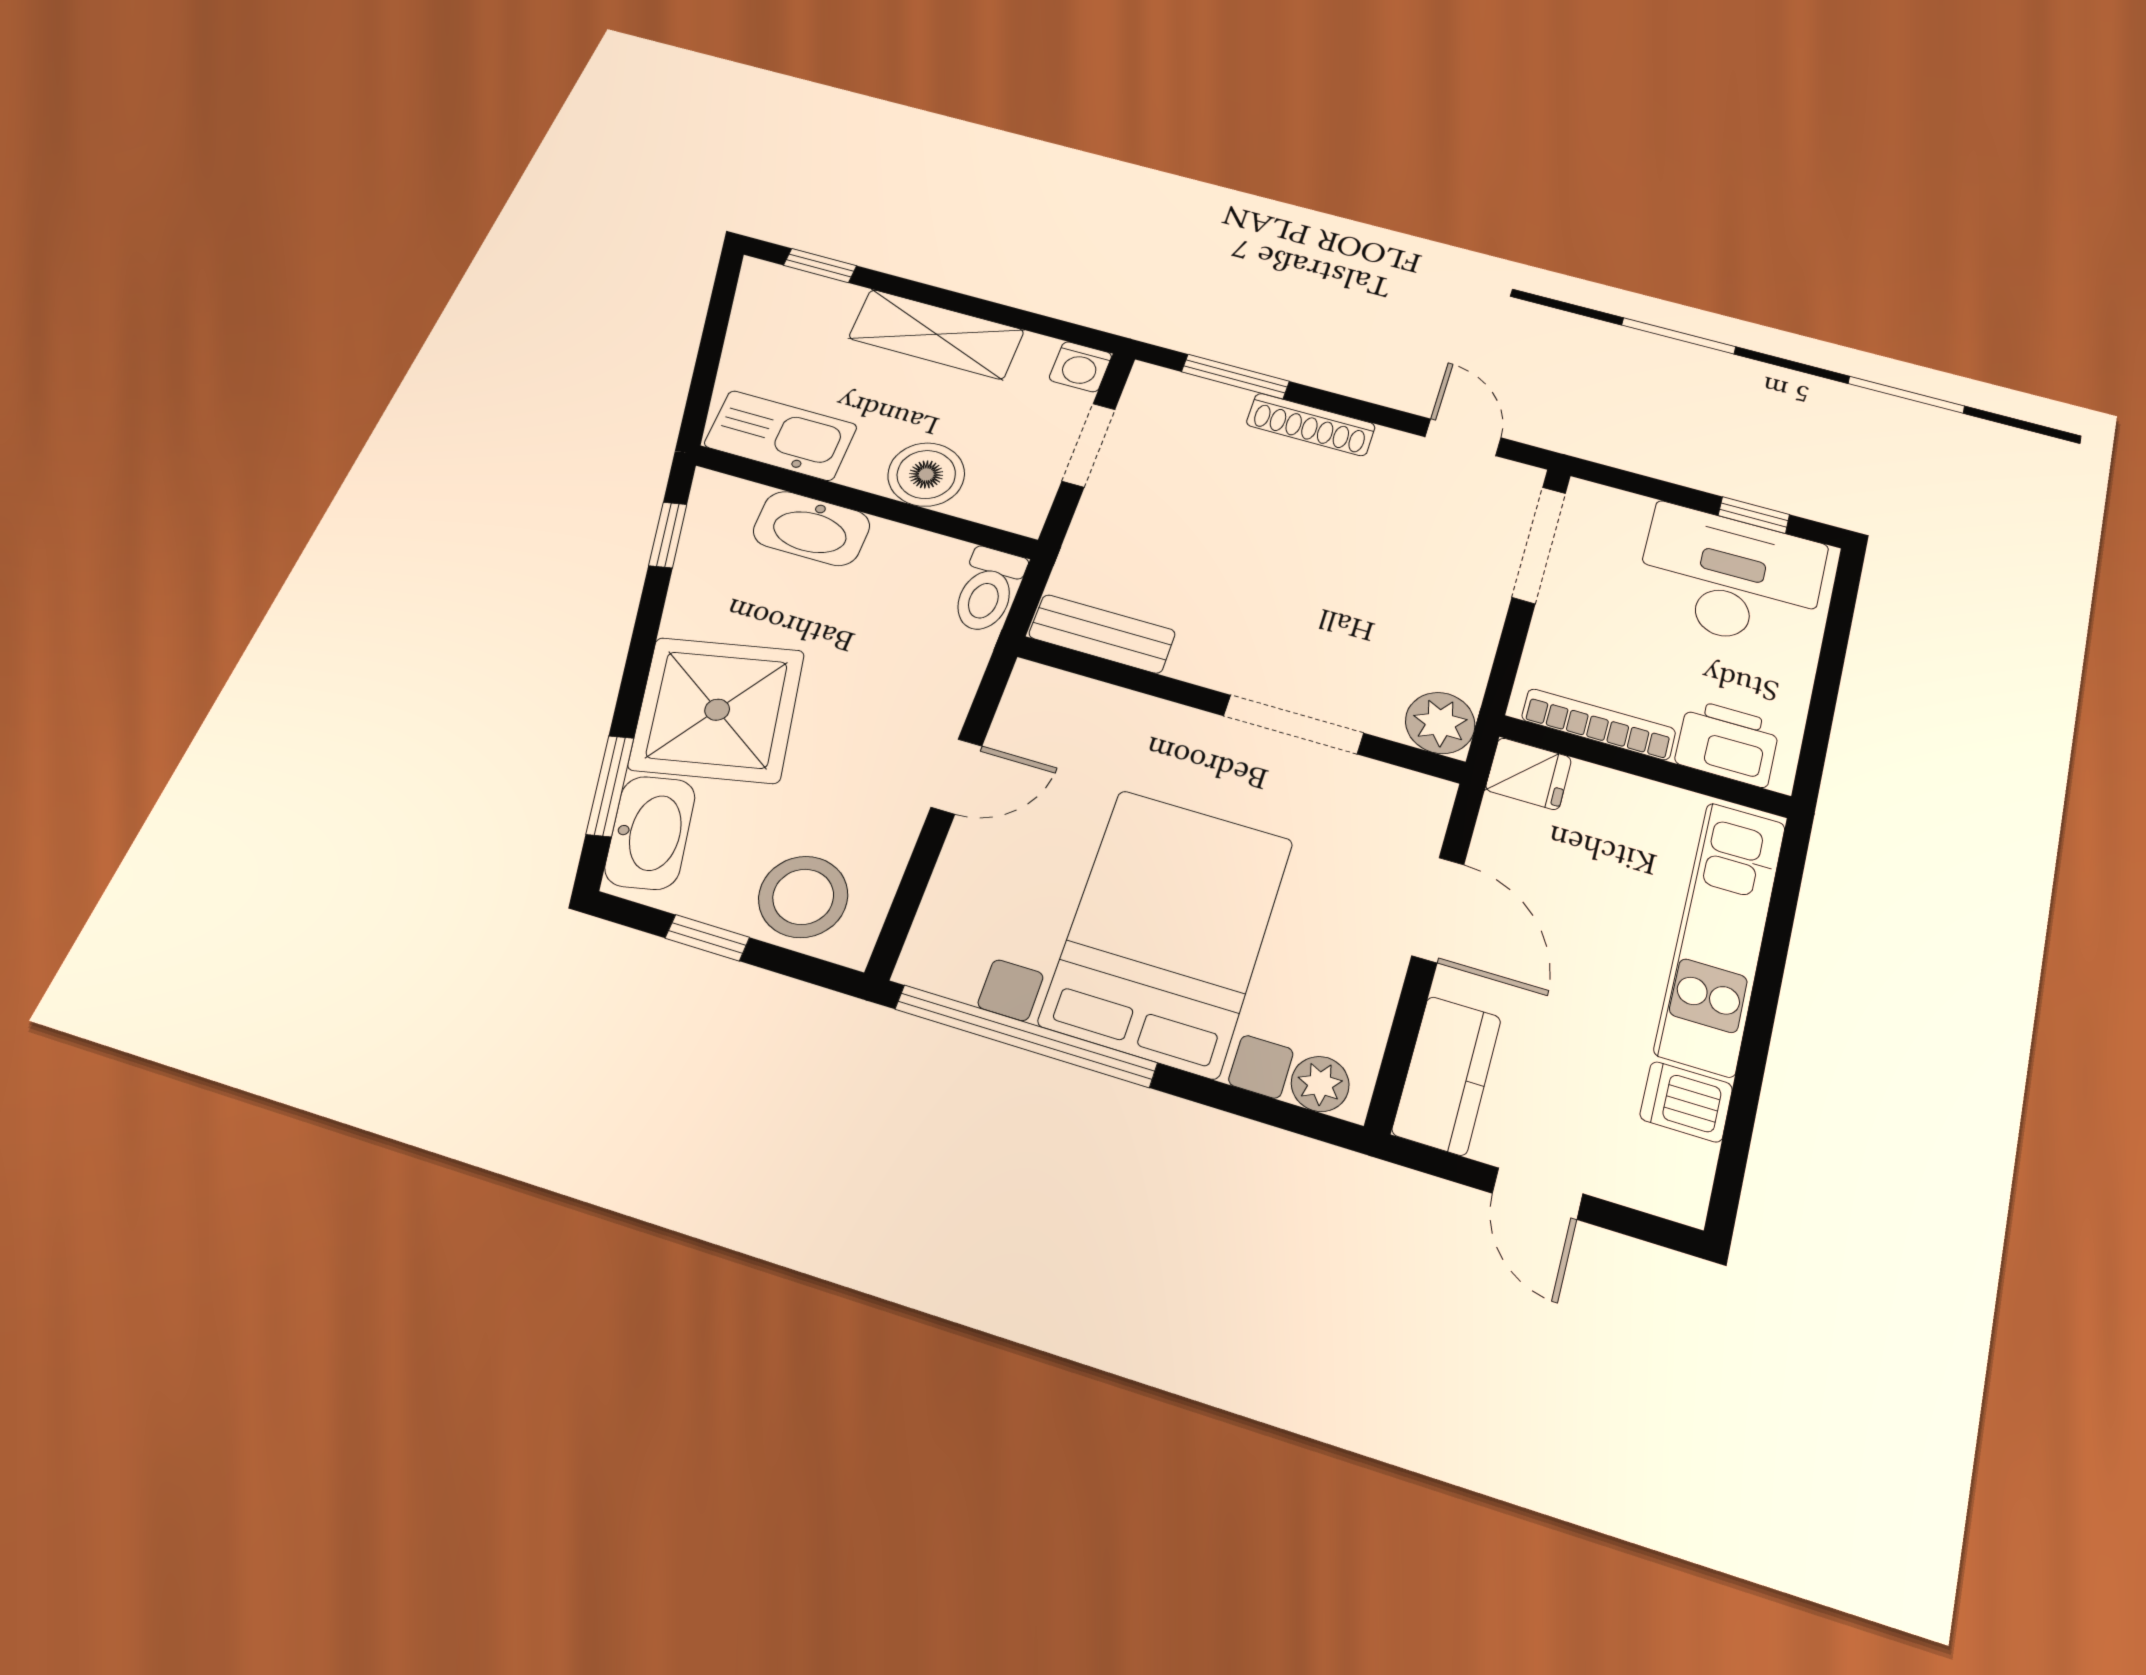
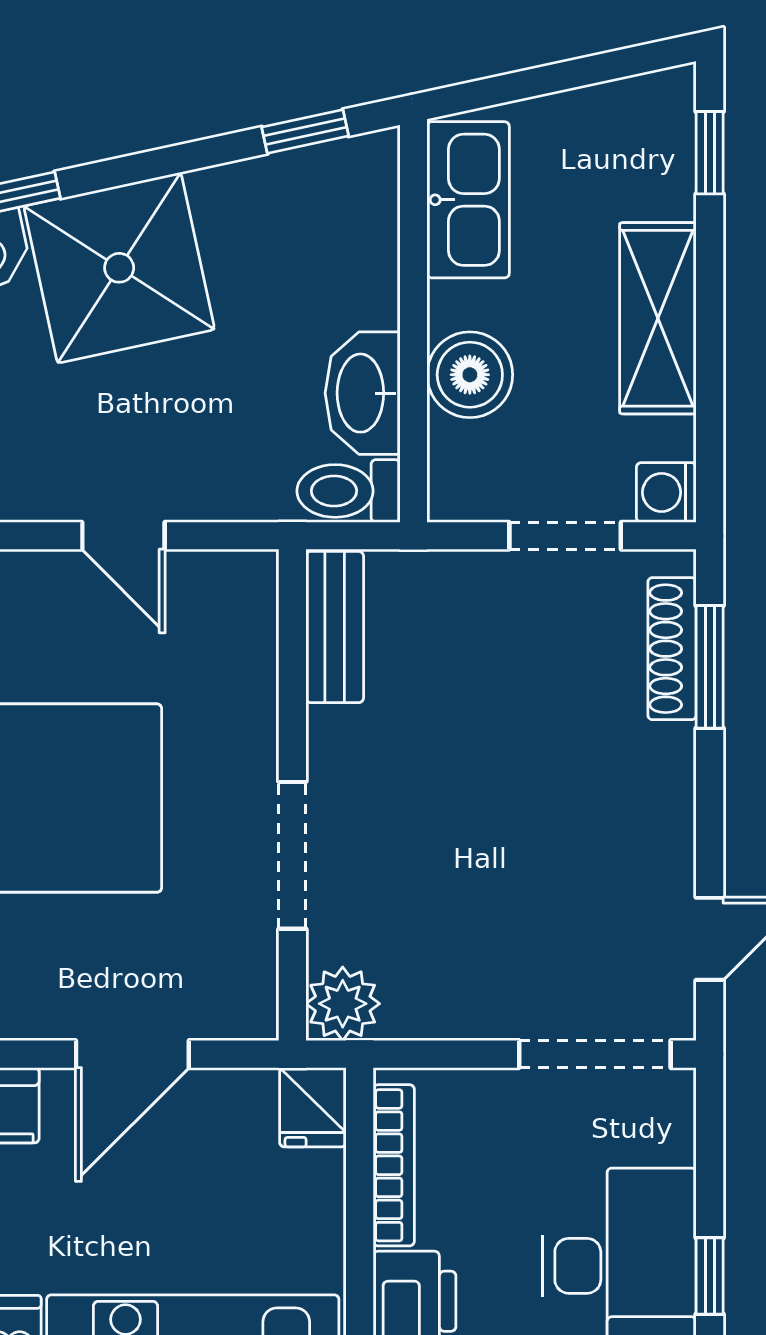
shoe rack: (1311, 424) -> (672, 649), moved
washbasin: (812, 528) -> (363, 393), moved

